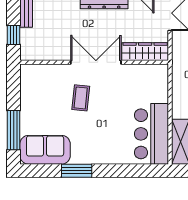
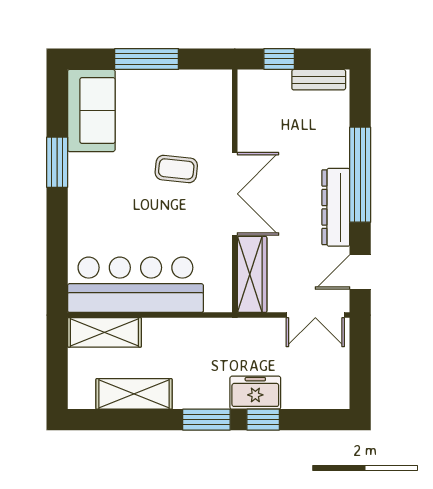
window: (14, 130) -> (147, 59), moved
bar counter: (151, 134) -> (135, 285), width x1.36

